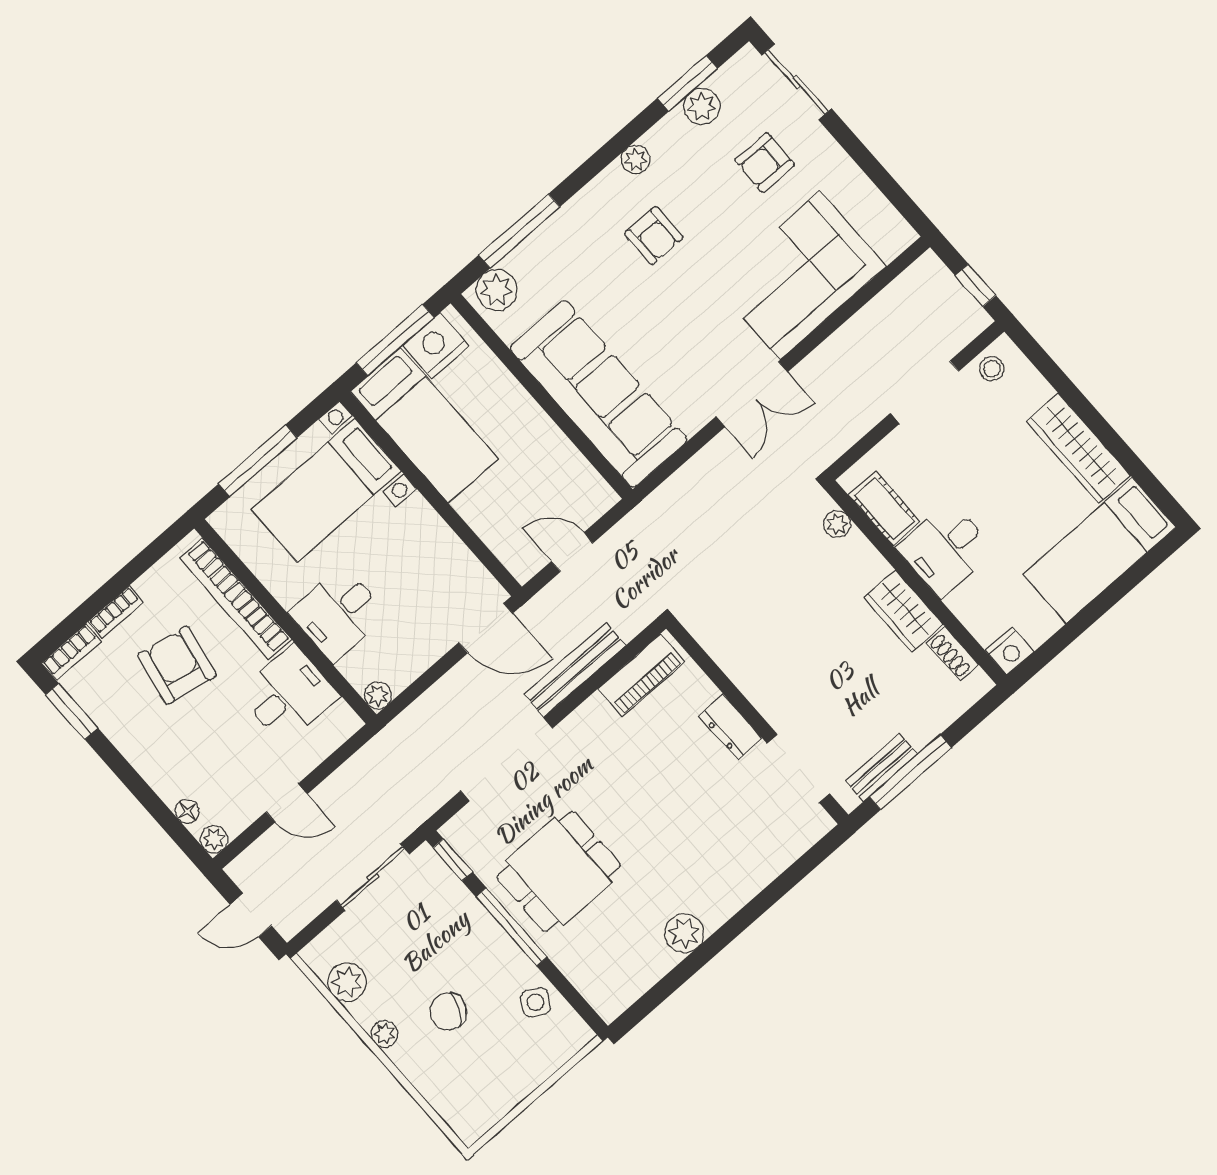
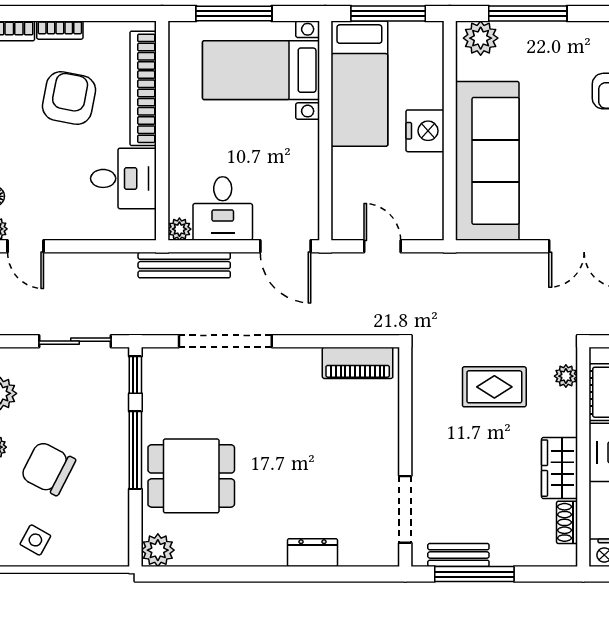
nightstand: (436, 346) -> (425, 131), moved, turned 90
rug: (782, 590) -> (494, 387), added
desk: (338, 614) -> (223, 208), moved, turned -90
bench: (575, 670) -> (184, 265), moved
dresser: (730, 727) -> (313, 553), moved, turned 90
door: (287, 803) -> (25, 246), moved
dining table: (559, 871) -> (191, 476), moved
plant: (684, 933) -> (158, 550), moved
side table: (536, 1002) -> (35, 540), moved
chair: (448, 1012) -> (48, 468), width x1.37, depth x1.37

